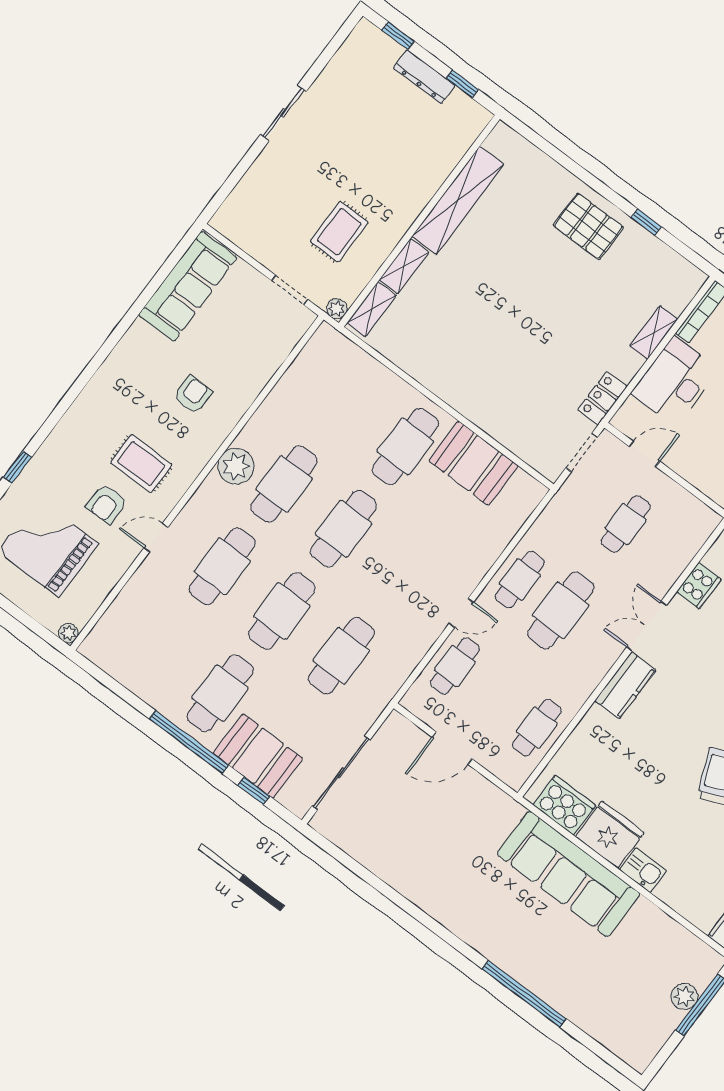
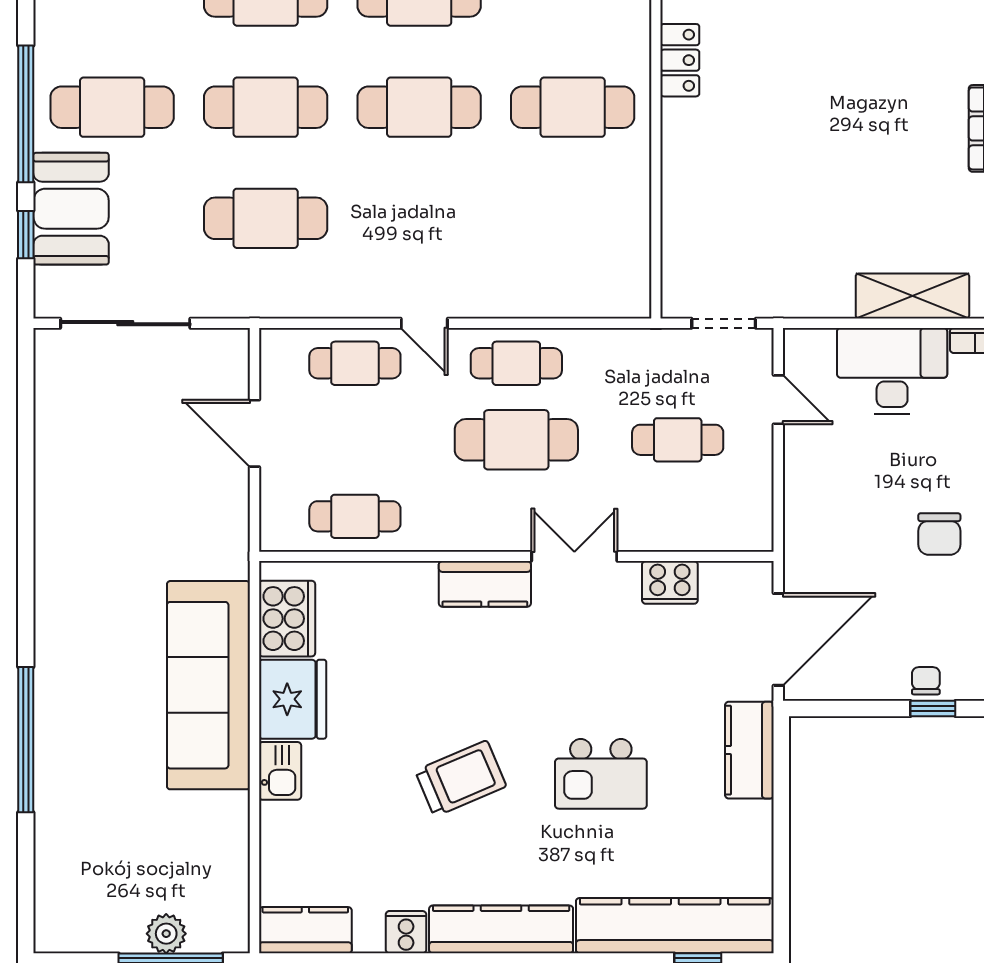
shelving: (654, 333) -> (912, 296), width x1.50, depth x1.33
locker: (602, 398) -> (680, 60), moved, turned 90
booth: (473, 463) -> (614, 204), removed

